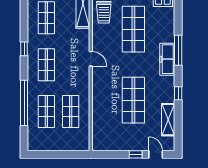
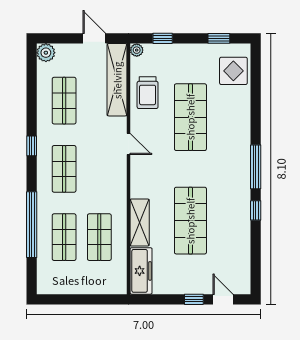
window: (178, 50) -> (256, 167), moved
door: (91, 59) -> (129, 144), moved
freezer: (167, 59) -> (141, 271), moved, turned 180
shelving: (168, 120) -> (140, 222), moved

